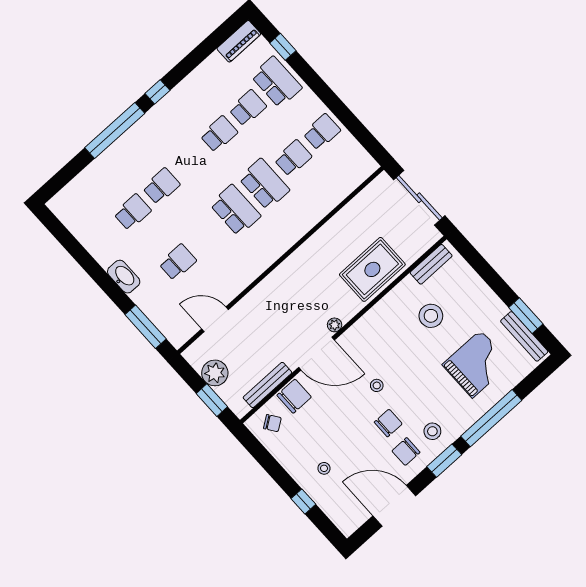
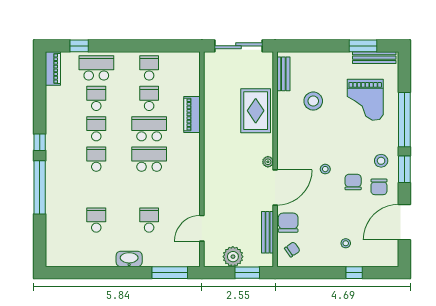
school desk: (161, 186) -> (96, 159), moved
piano: (314, 212) -> (192, 114), added
grand piano: (477, 364) -> (365, 100), turned 180

